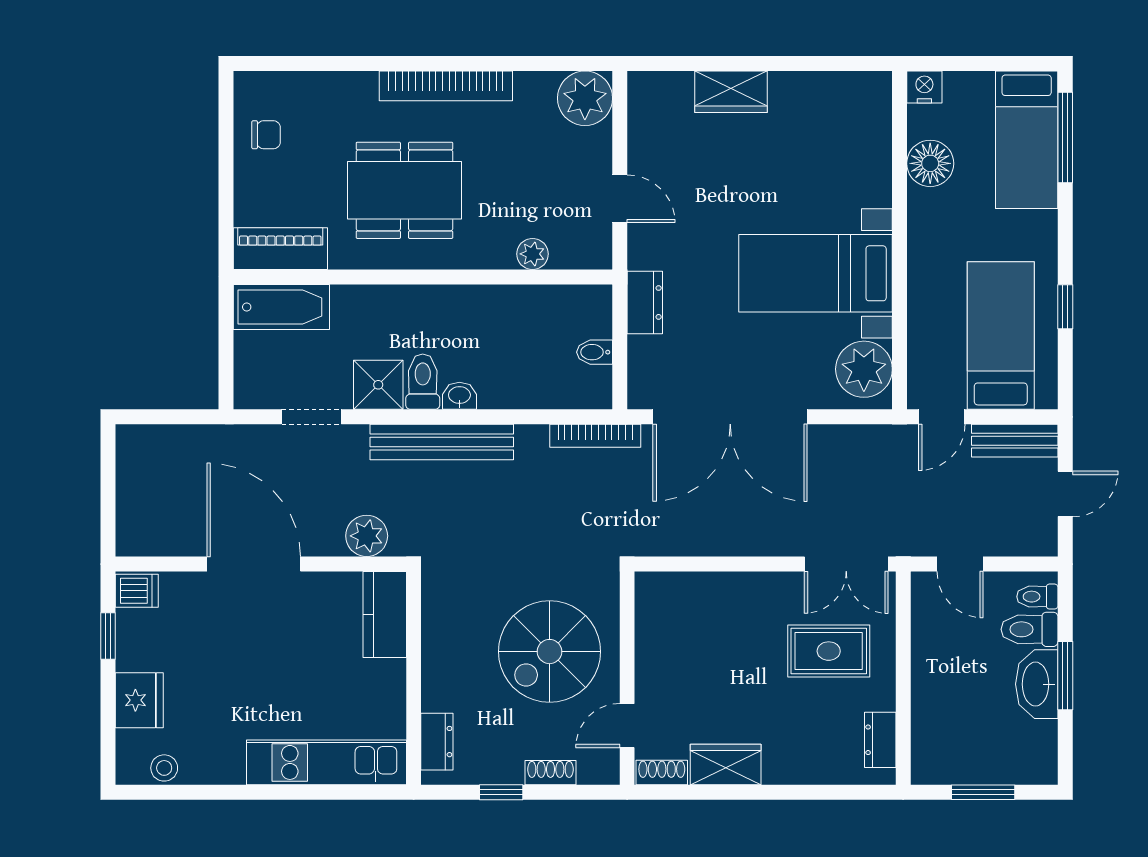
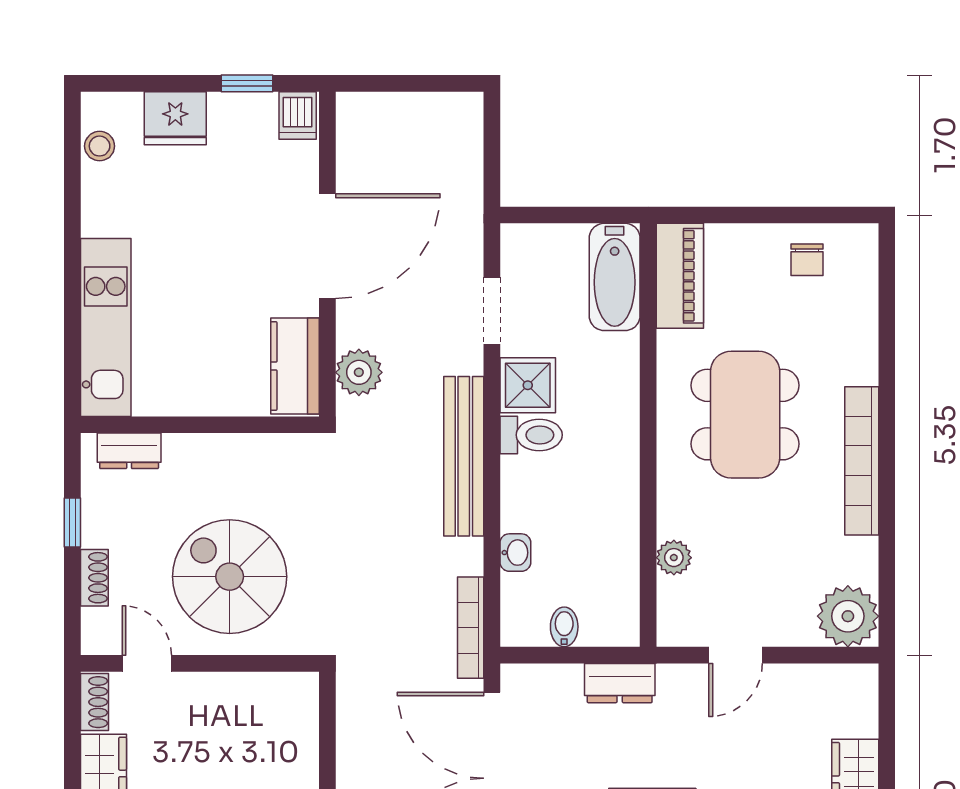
washbasin: (459, 396) -> (515, 553), moved
kitchen counter: (385, 615) -> (295, 366), moved, turned -90

